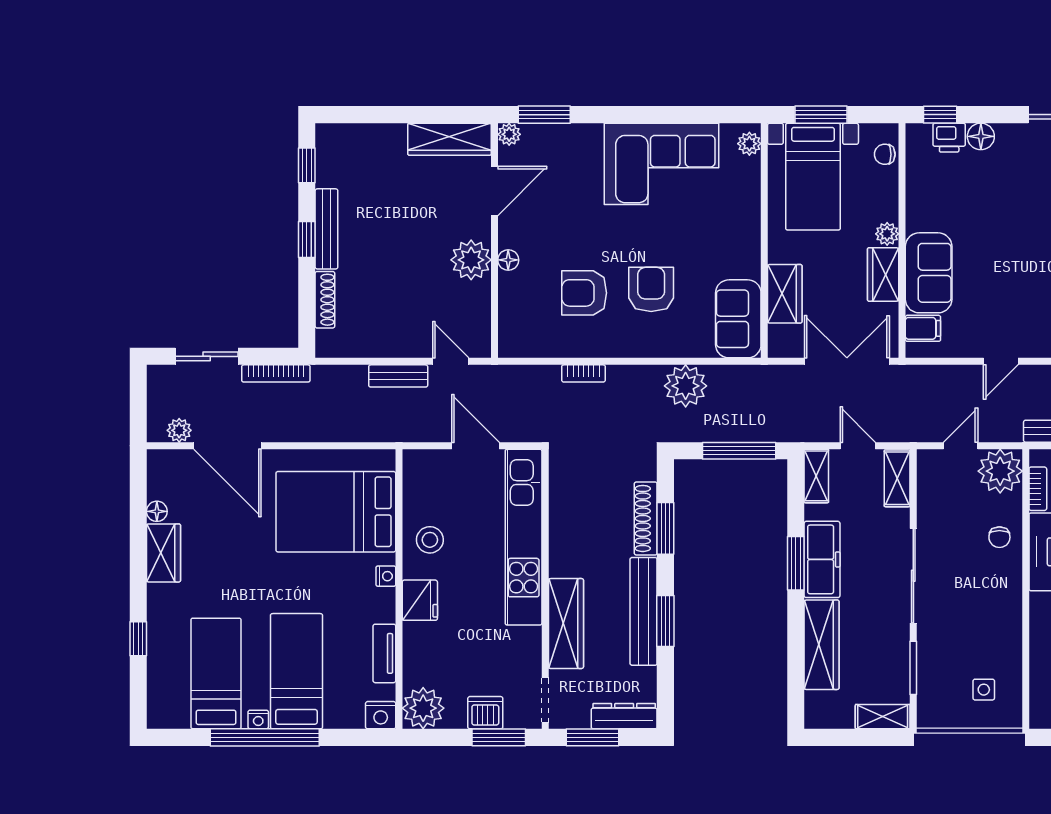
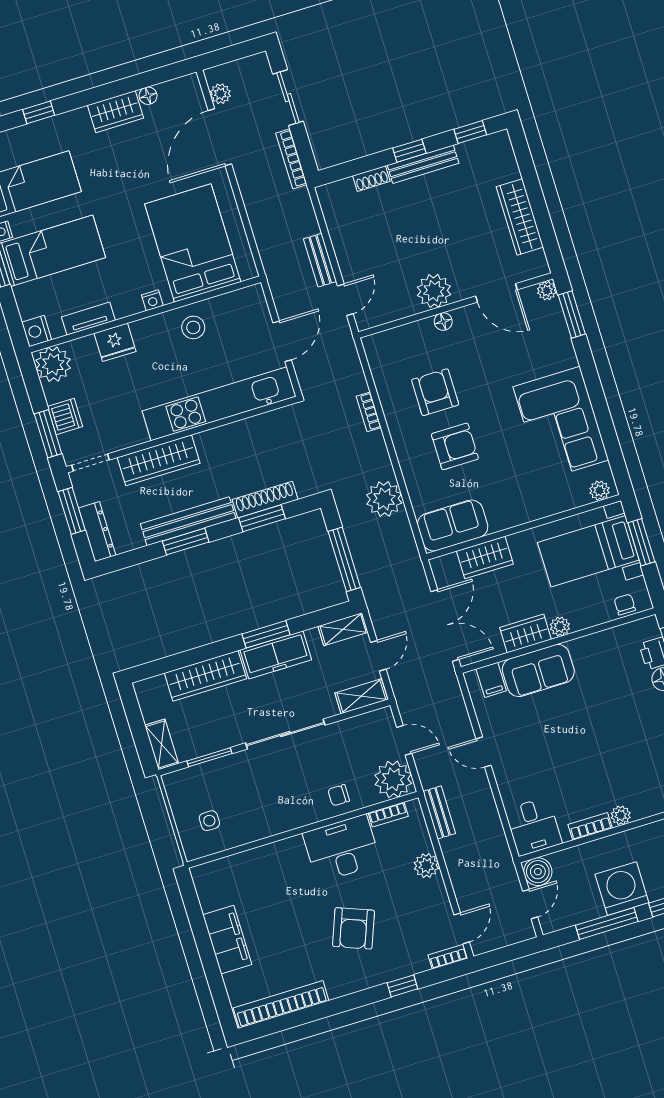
wardrobe: (449, 139) -> (520, 217), moved
shoe rack: (325, 300) -> (371, 179), width x0.70
fridge: (420, 600) -> (115, 342), moved

